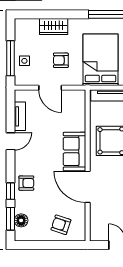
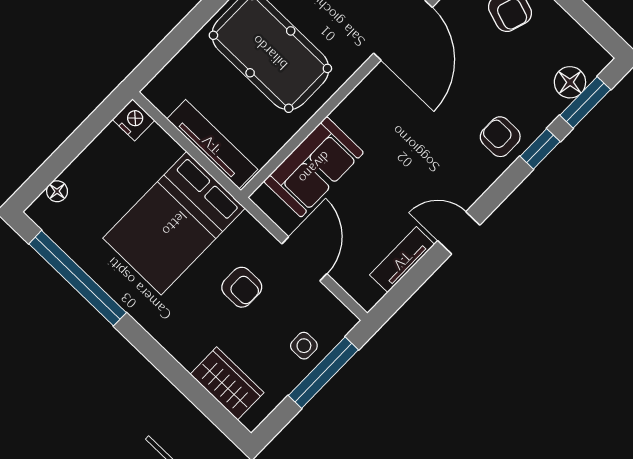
wardrobe: (54, 26) -> (227, 383), moved
sofa: (74, 151) -> (314, 167), moved

